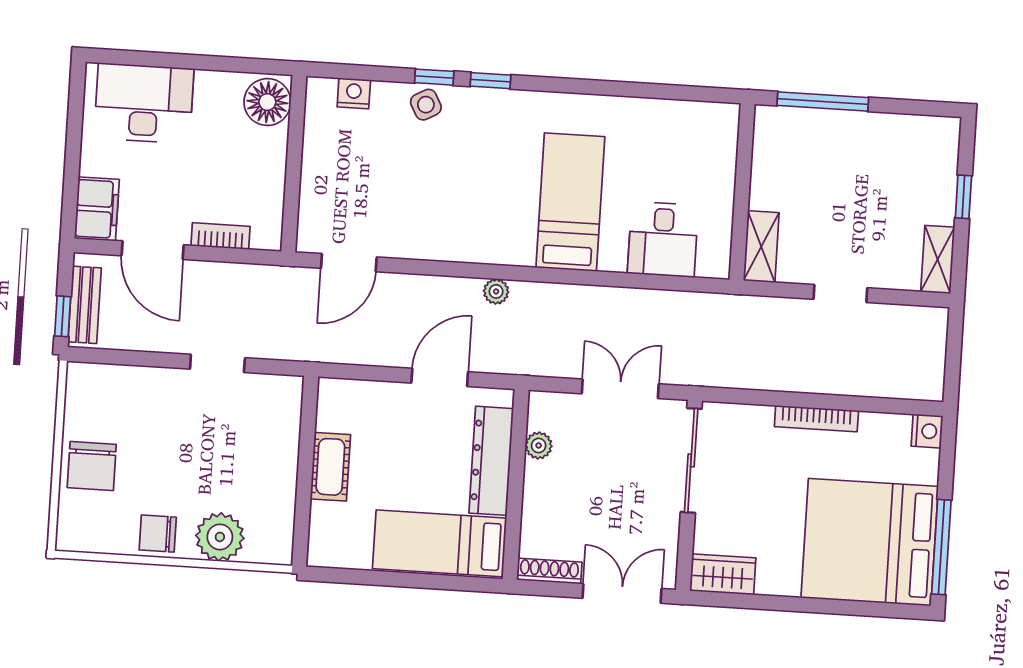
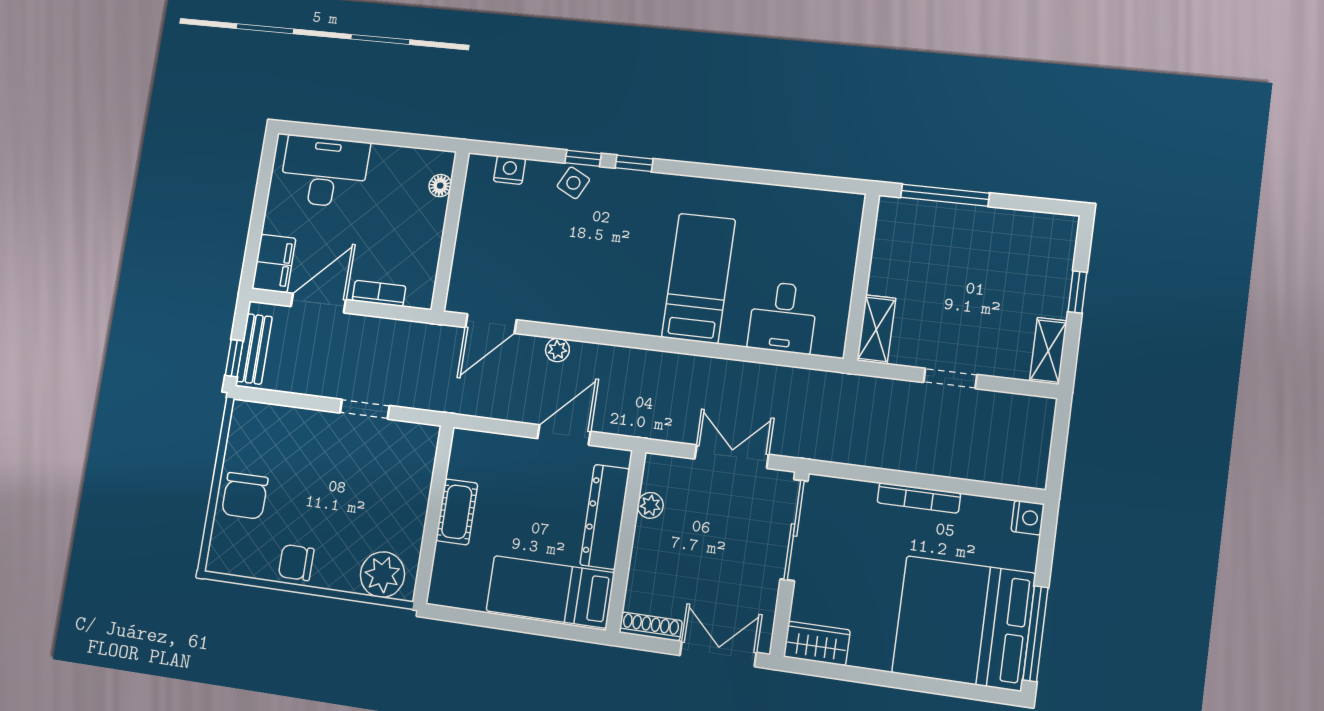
floor lamp: (267, 102) -> (440, 186), width x0.53, depth x0.53
side table: (426, 105) -> (573, 183), turned -35
door: (153, 250) -> (318, 303), swing flipped
plant: (496, 291) -> (557, 350), moved
plant: (220, 537) -> (382, 575), moved

